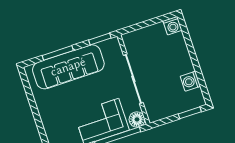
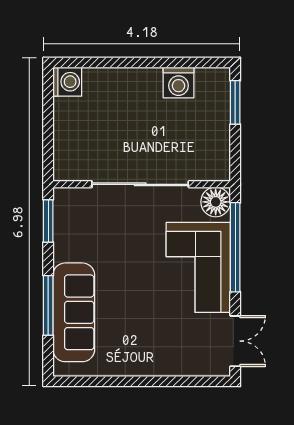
sofa: (68, 67) -> (74, 312), width x0.74, depth x0.79

